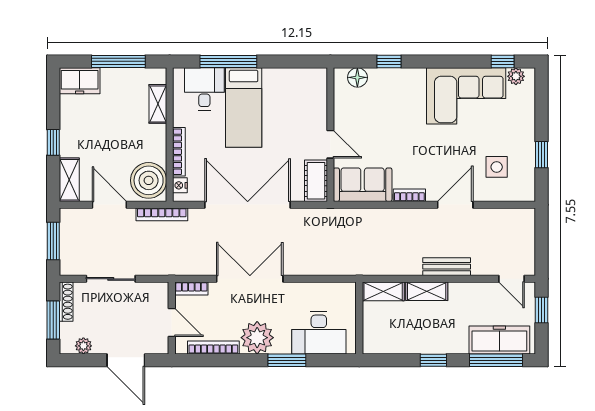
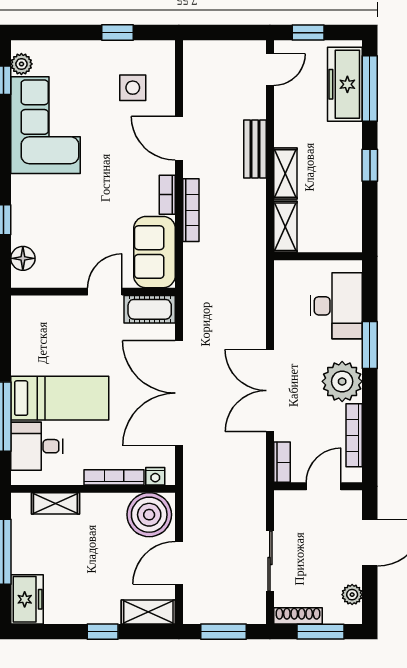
bookcase: (162, 214) -> (191, 210), moved

